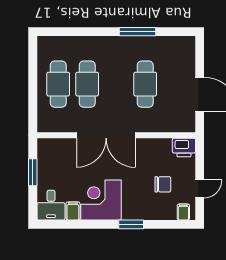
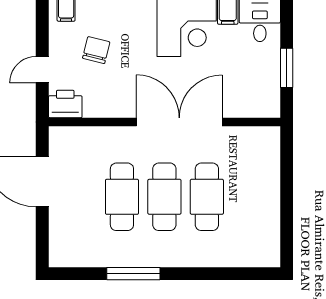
cafe table: (58, 84) -> (164, 197), moved
chair: (163, 184) -> (96, 50), turned 104
door: (200, 189) -> (42, 70), moved

